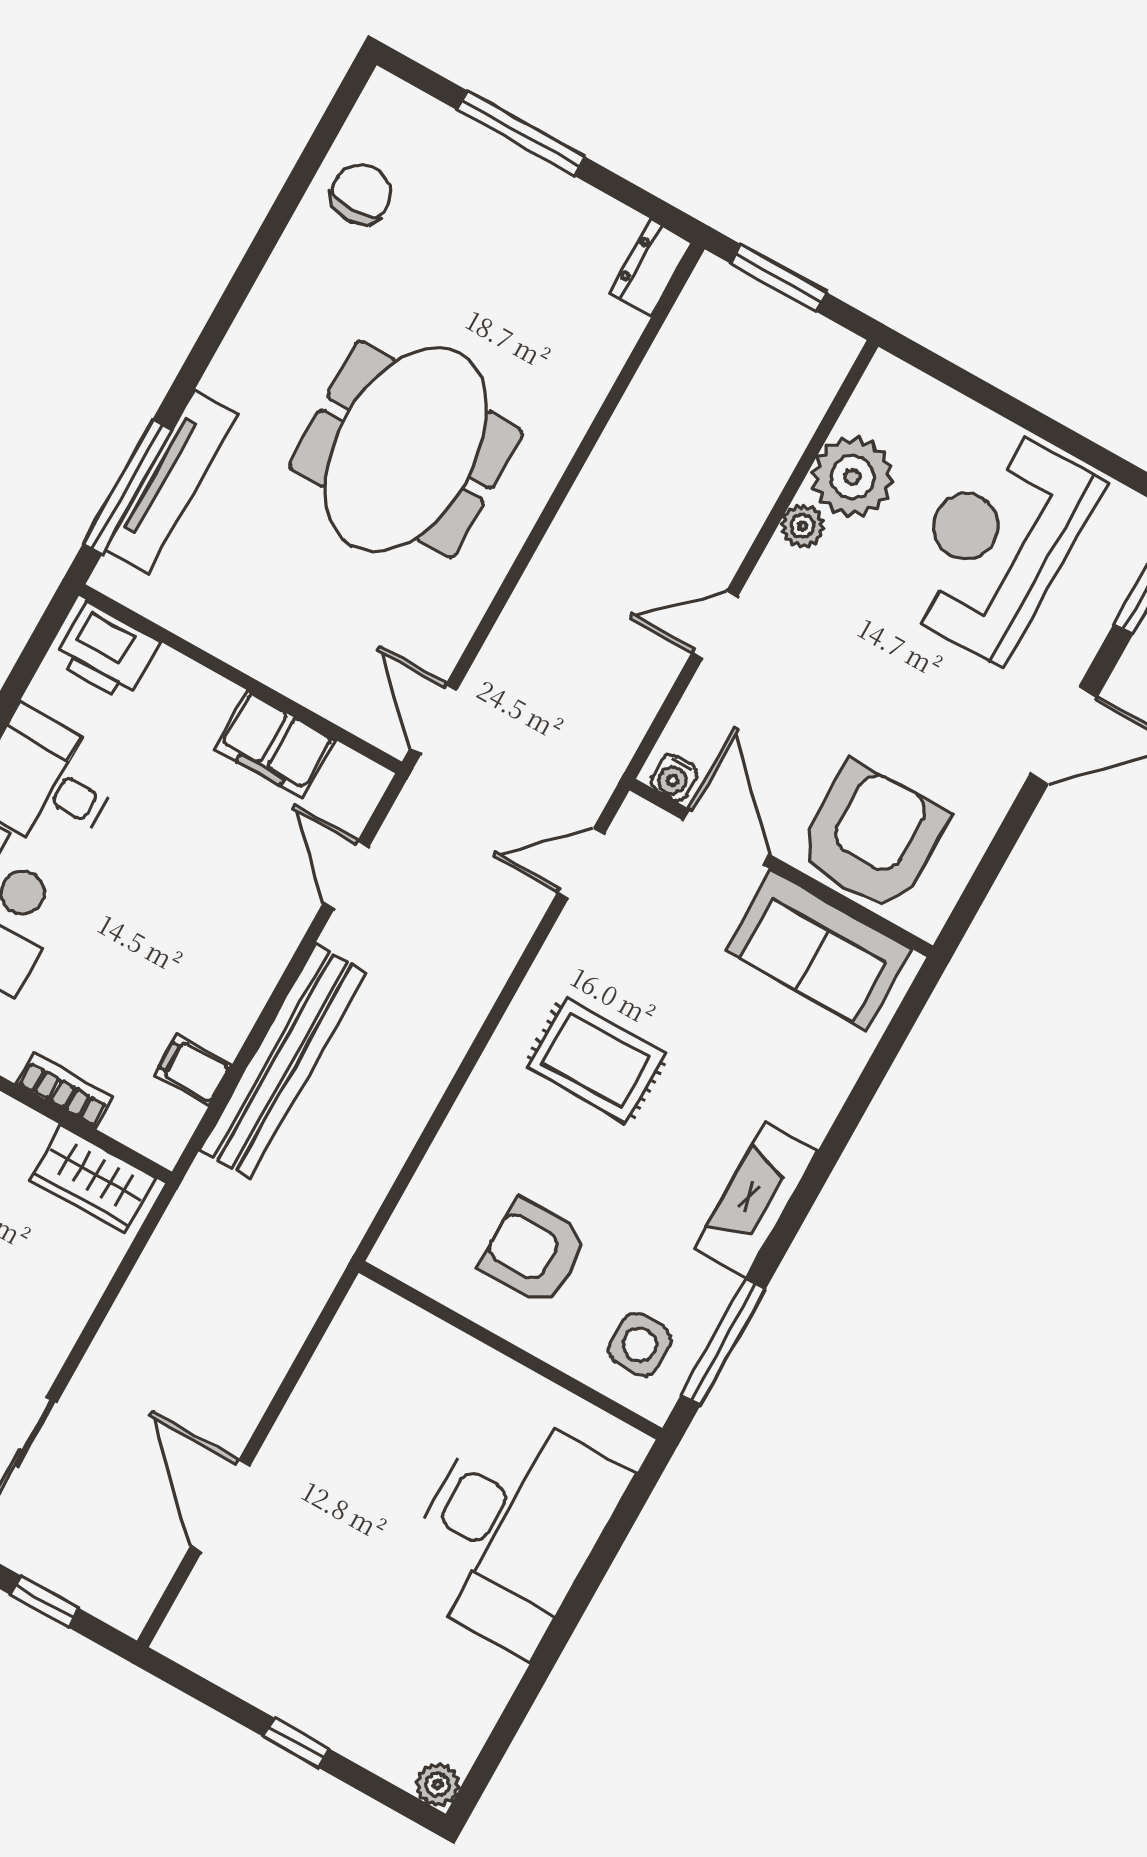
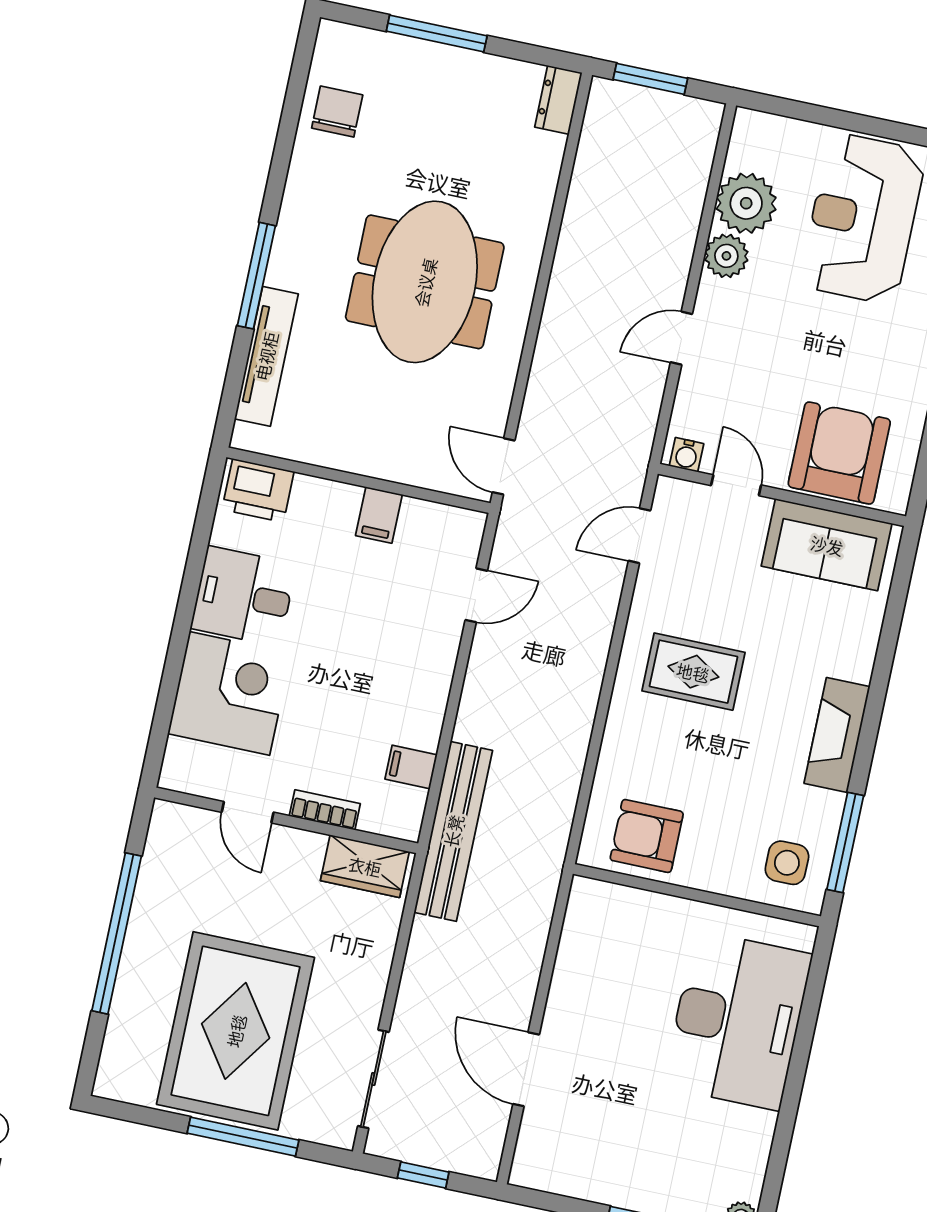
window: (127, 487) -> (256, 276), moved
plant: (803, 526) -> (726, 256), width x1.38, depth x1.38
filing cabinet: (275, 744) -> (379, 515), width x0.50
door: (726, 837) -> (736, 485), width x0.73
door: (346, 875) -> (476, 595), swing flipped
bench: (283, 1061) -> (453, 831), moved
armchair: (534, 1252) -> (647, 836), moved

